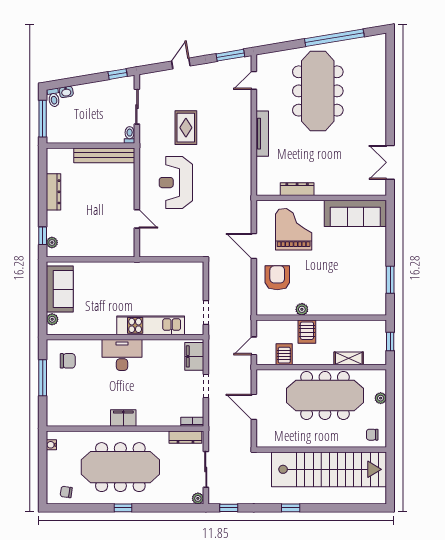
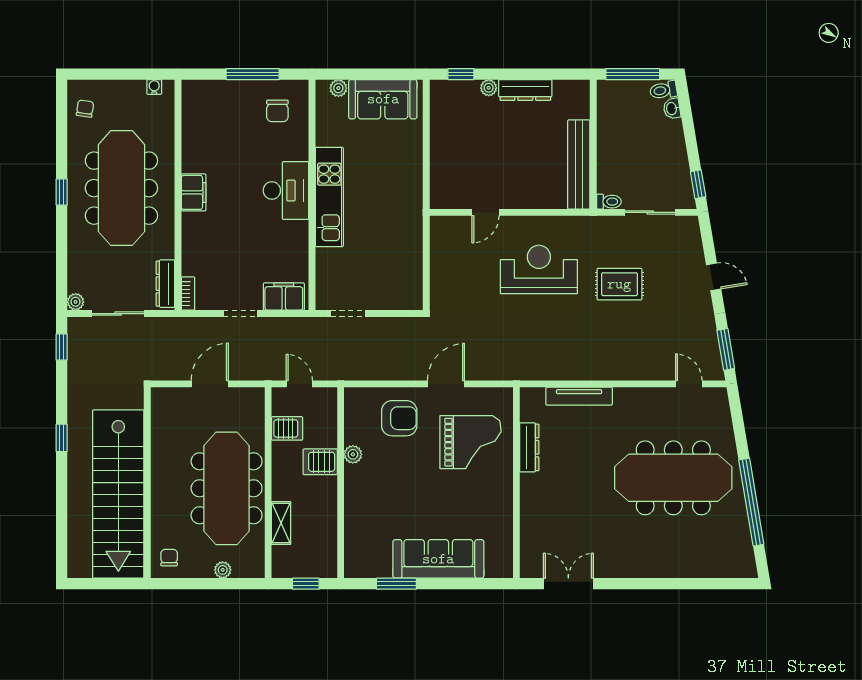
tv unit: (262, 134) -> (579, 396), moved
sofa: (355, 213) -> (438, 559), moved, turned 90
plant: (52, 242) -> (489, 88), moved
kitchen unit: (151, 325) -> (329, 197), moved

